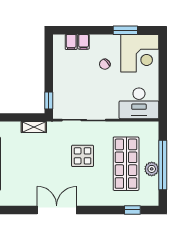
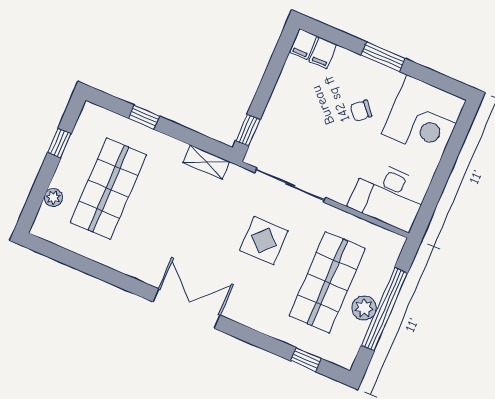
window: (125, 30) -> (383, 57), moved
filing cabinet: (84, 42) -> (303, 44), moved

